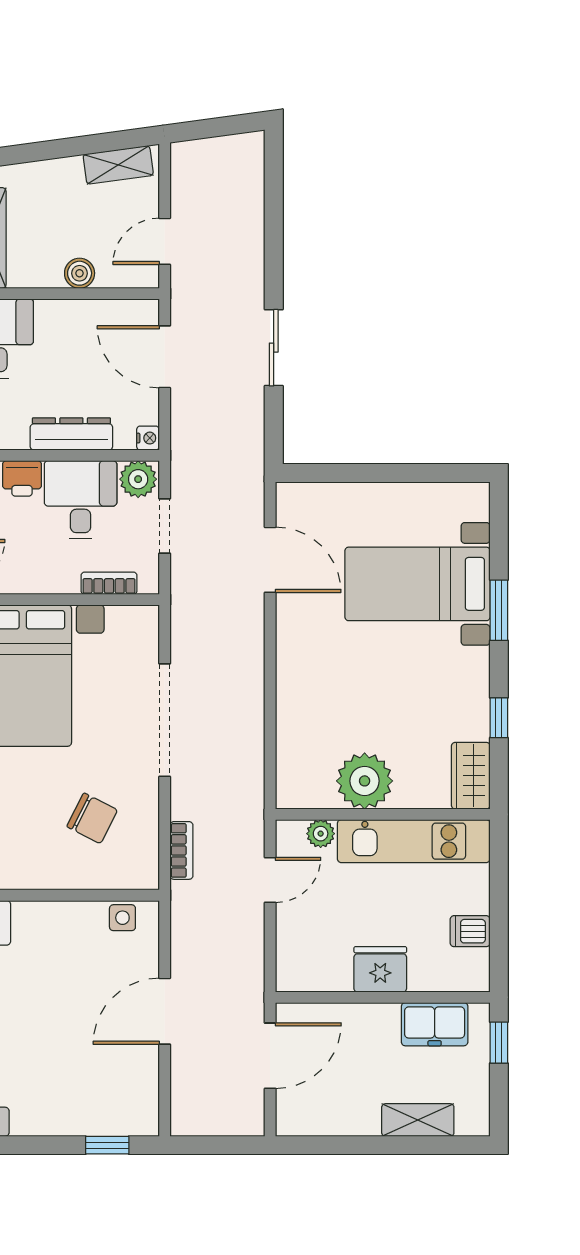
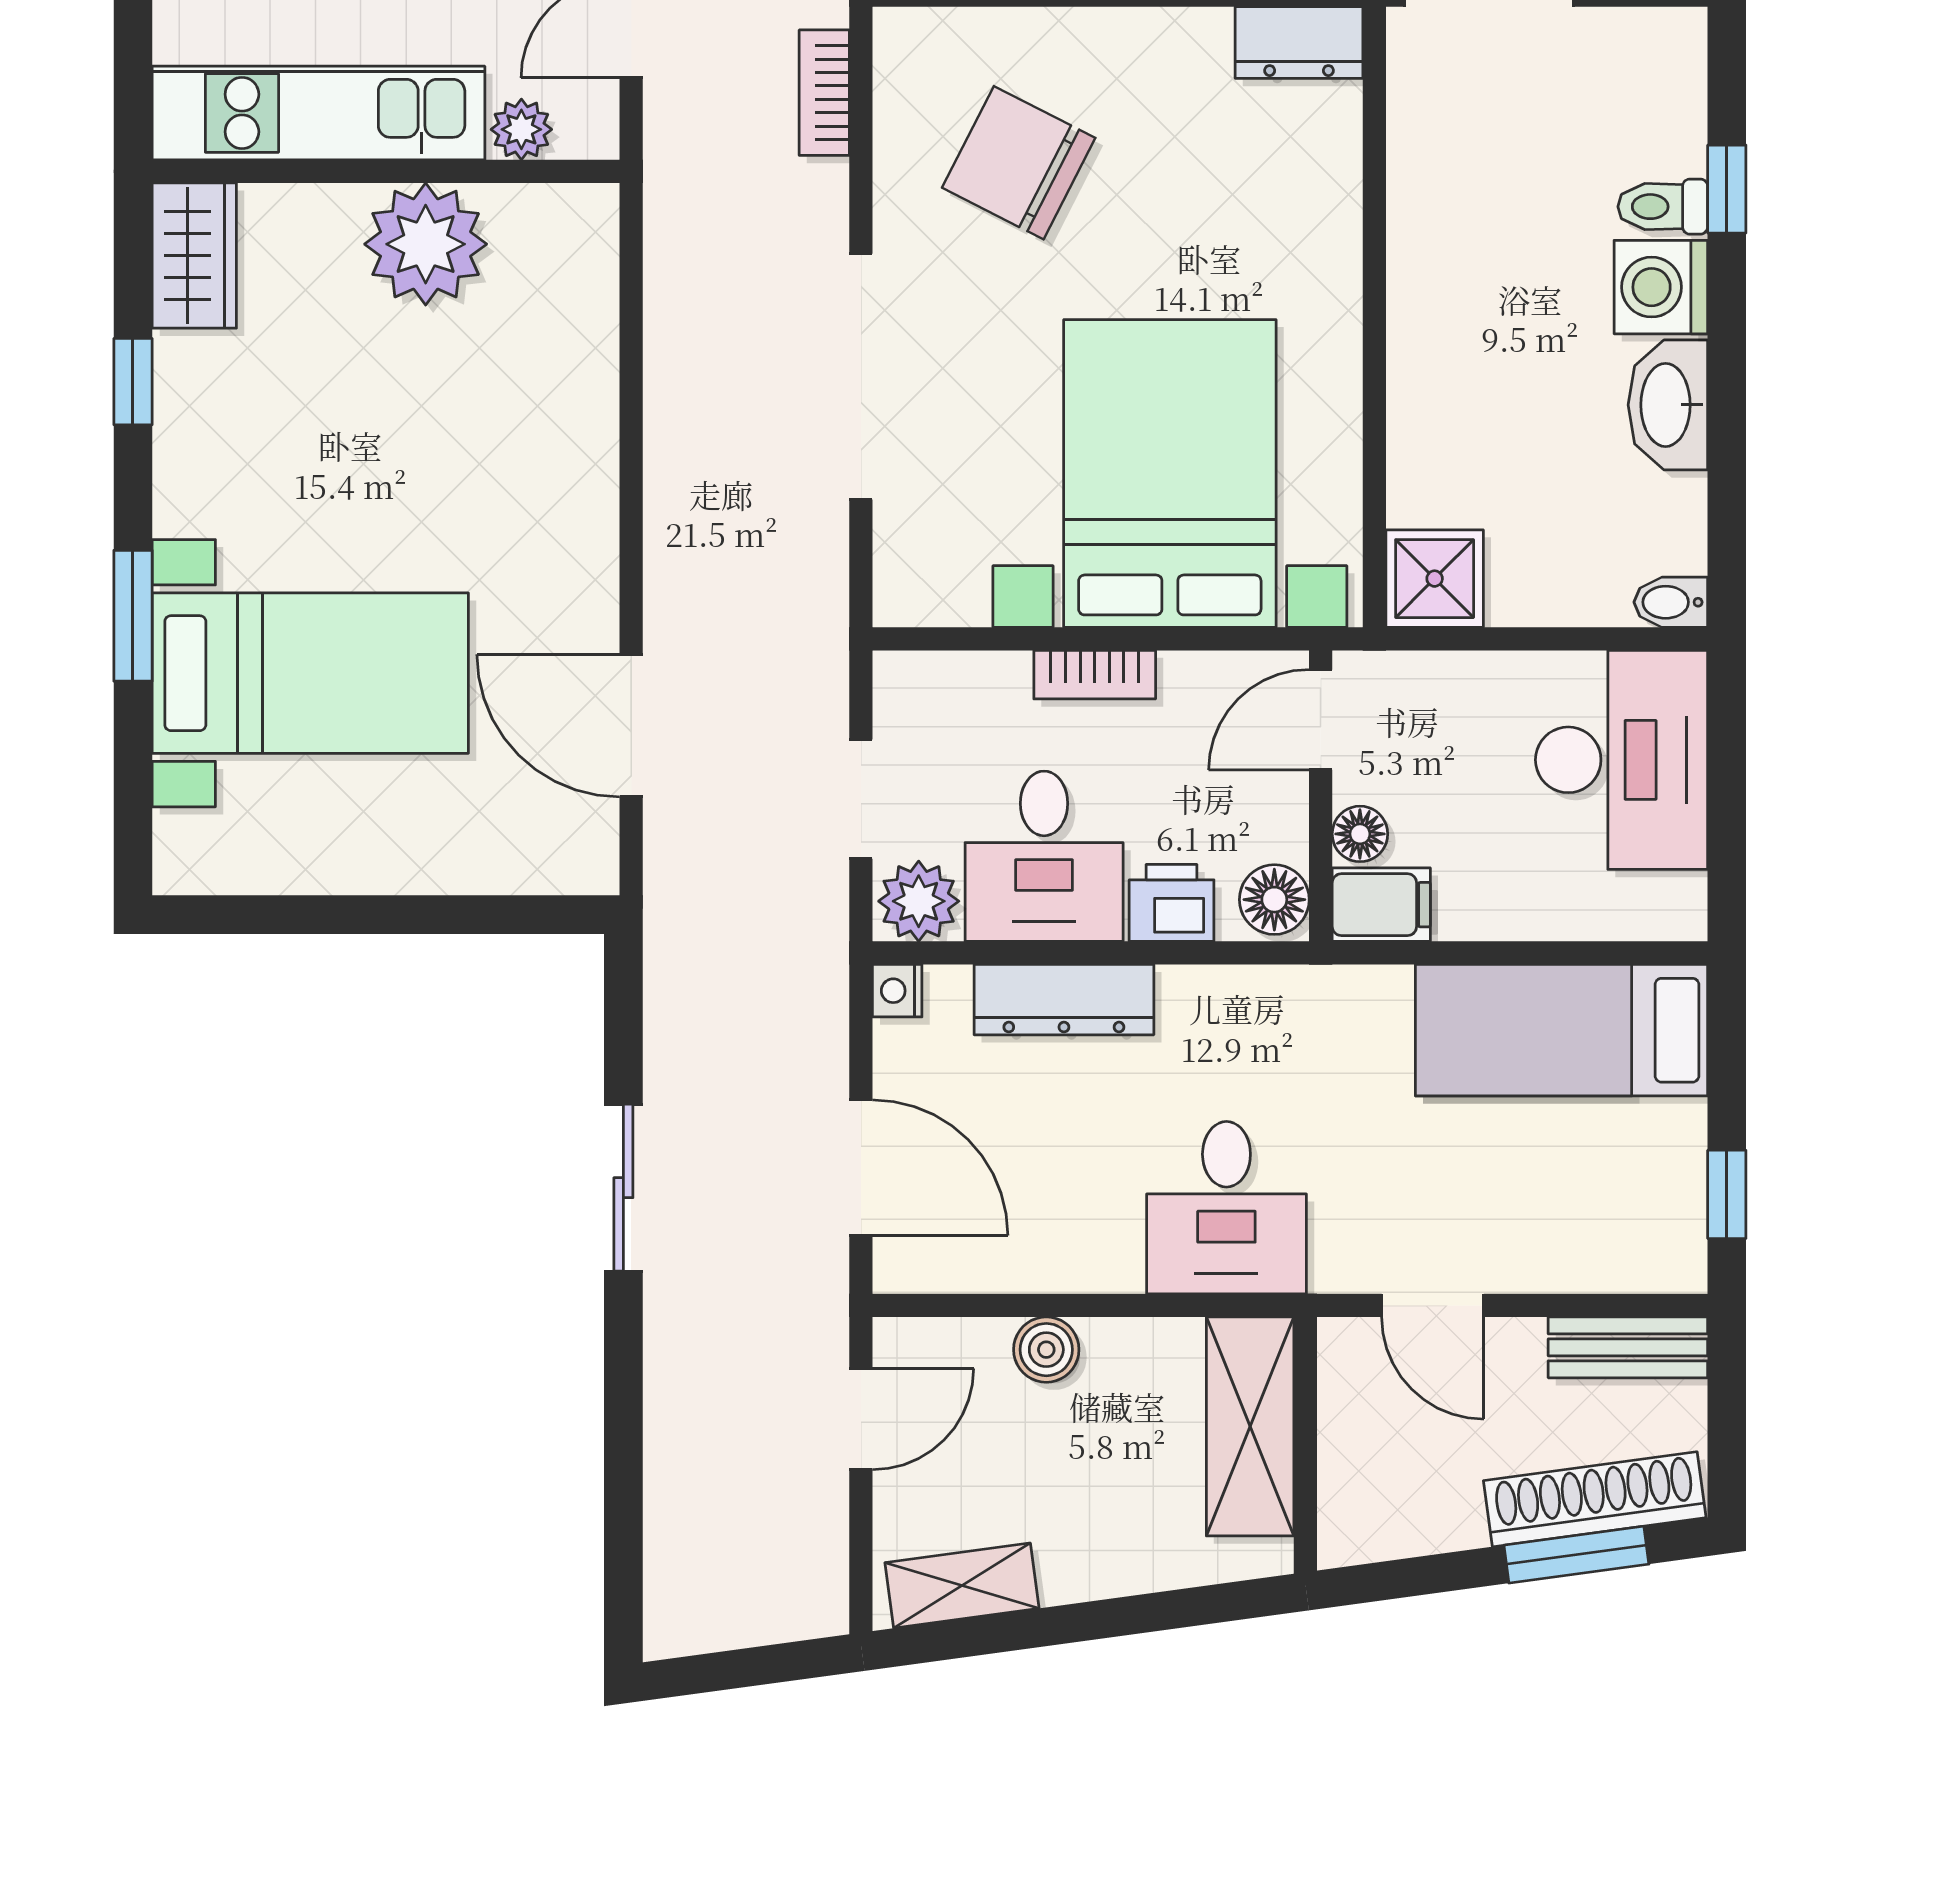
bookcase: (109, 583) -> (1095, 675), moved
chair: (92, 818) -> (1019, 163), width x1.37, depth x1.37

